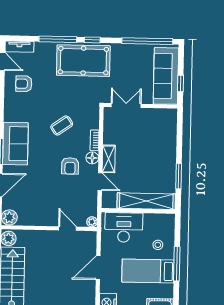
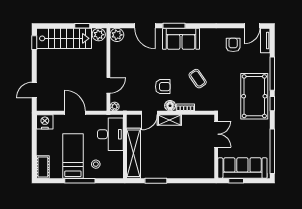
armchair: (70, 166) -> (163, 87), turned 180

